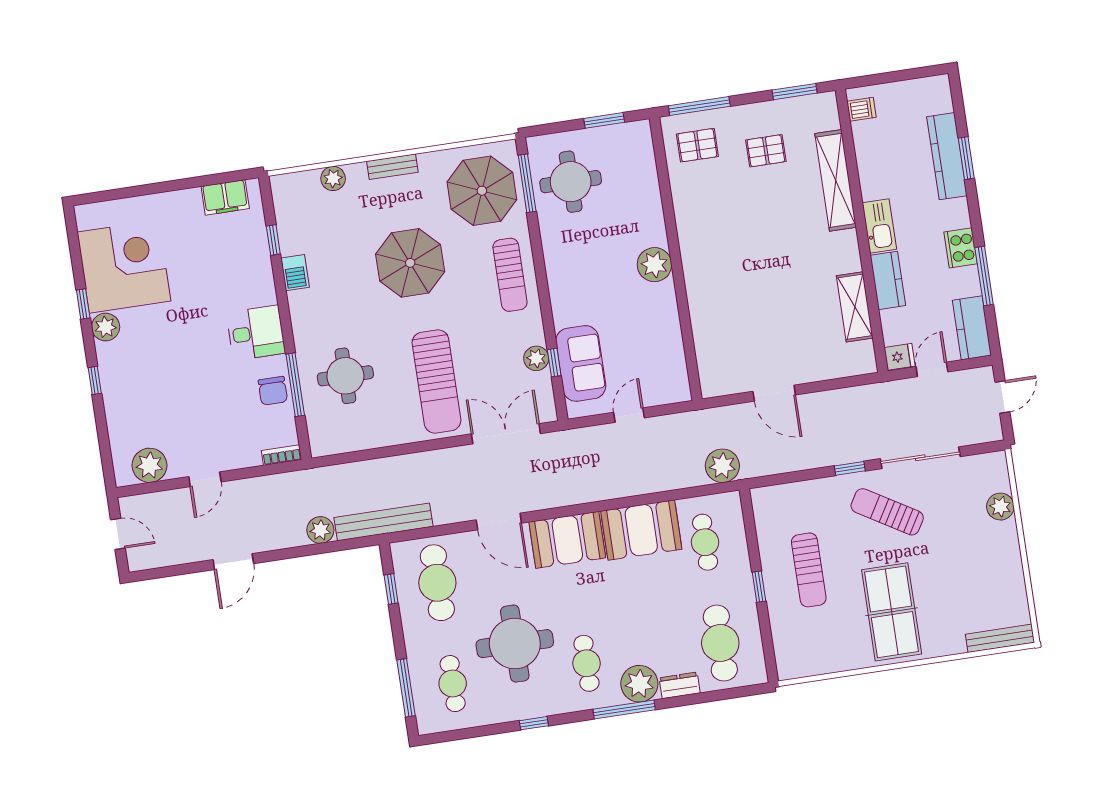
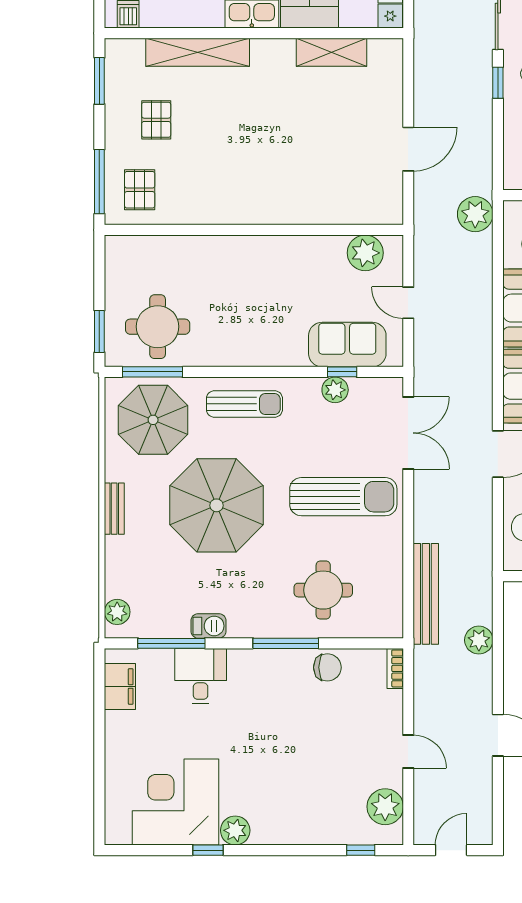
window: (604, 120) -> (99, 331), moved
plant: (333, 178) -> (117, 612), moved
window: (273, 240) -> (171, 643), width x2.17
parasol: (410, 263) -> (216, 505), width x1.36, depth x1.36
plant: (654, 265) -> (365, 253), moved
desk: (256, 333) -> (201, 676), moved
window: (95, 380) -> (361, 850), moved
window: (295, 385) -> (286, 643), moved
double door: (506, 434) -> (408, 433), swing flipped
bench: (383, 522) -> (426, 594), moved

